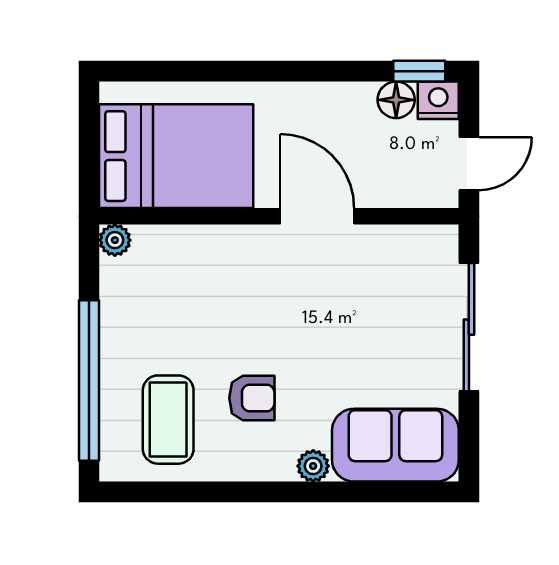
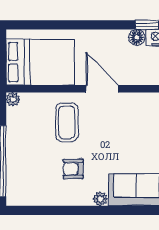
armchair: (252, 398) -> (73, 169), turned 180
coffee table: (168, 420) -> (67, 122), moved

